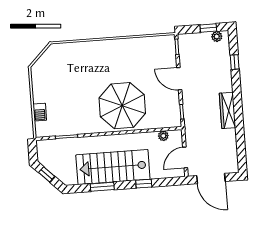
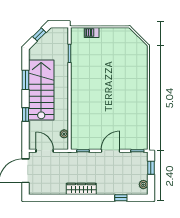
window: (208, 28) -> (151, 168), moved
parasol: (122, 106) -> (92, 102), removed

